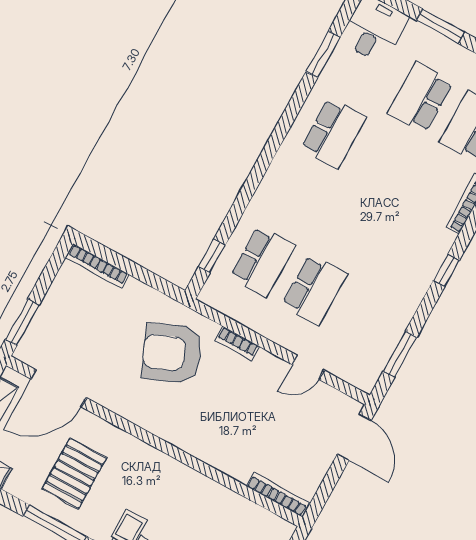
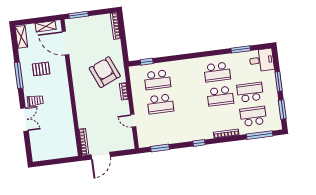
school desk: (385, 162) -> (220, 96), added
door: (354, 437) -> (101, 156), moved
pallet: (74, 473) -> (41, 69), width x0.67, depth x0.71

